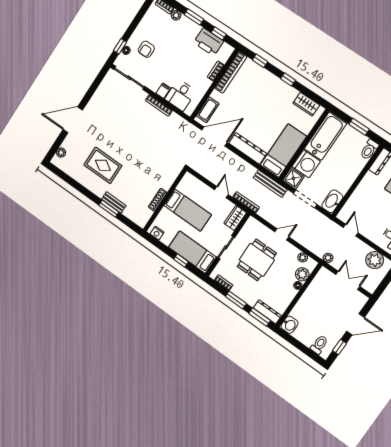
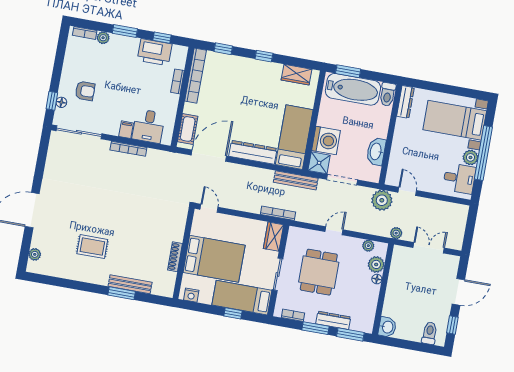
armchair: (146, 49) -> (85, 91), turned -90
window: (359, 127) -> (348, 71), moved
bathtub: (325, 136) -> (353, 89), moved, turned 90
rug: (103, 165) -> (92, 247), width x0.73, depth x0.70
door: (221, 192) -> (209, 208), moved
washbasin: (332, 201) -> (376, 152), moved
bench: (114, 202) -> (130, 284), width x1.36
bed: (188, 210) -> (214, 259), width x1.50
plant: (375, 260) -> (382, 200), moved
dresser: (267, 312) -> (333, 320), moved

